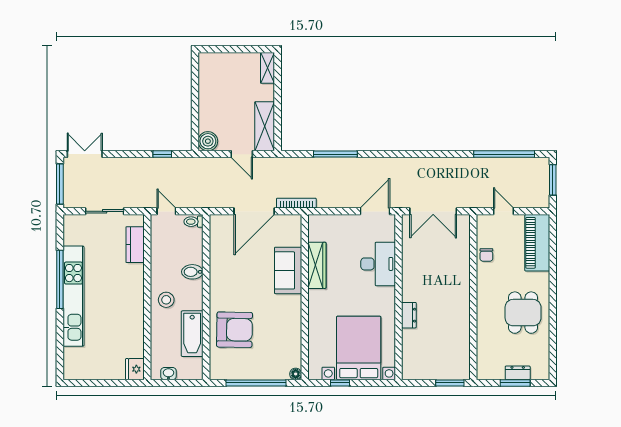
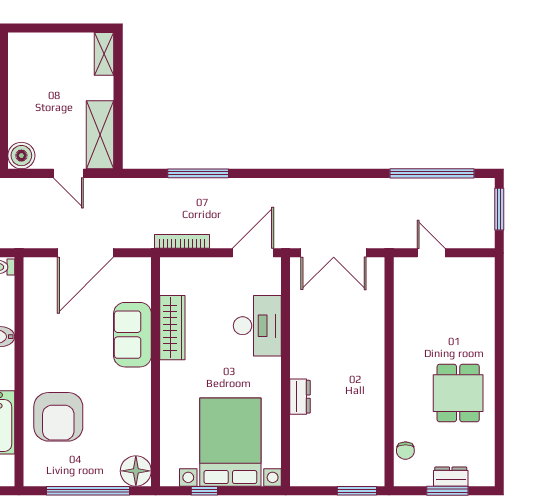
bookcase: (296, 203) -> (182, 241), moved
piano: (537, 243) -> (478, 296), removed
chair: (486, 255) -> (405, 451), moved
armchair: (234, 330) -> (58, 417), turned 89
floor lamp: (296, 374) -> (136, 471), width x1.89, depth x1.89

